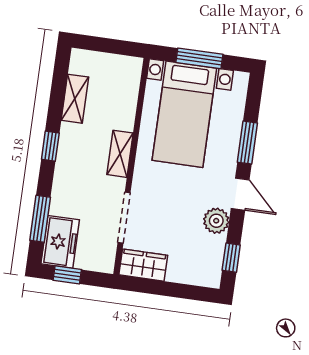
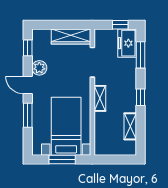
wardrobe: (143, 265) -> (71, 37), width x1.50

